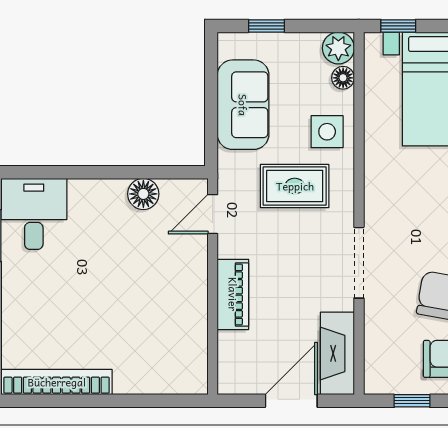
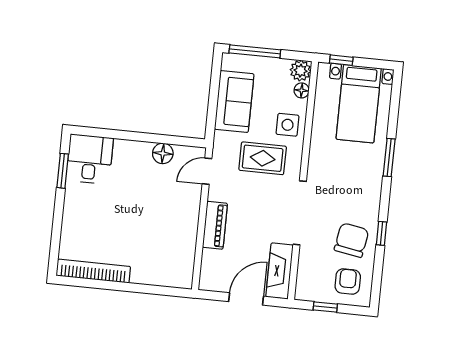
window: (267, 26) -> (255, 51), width x2.17
doorway: (359, 263) -> (300, 213), width x1.36

